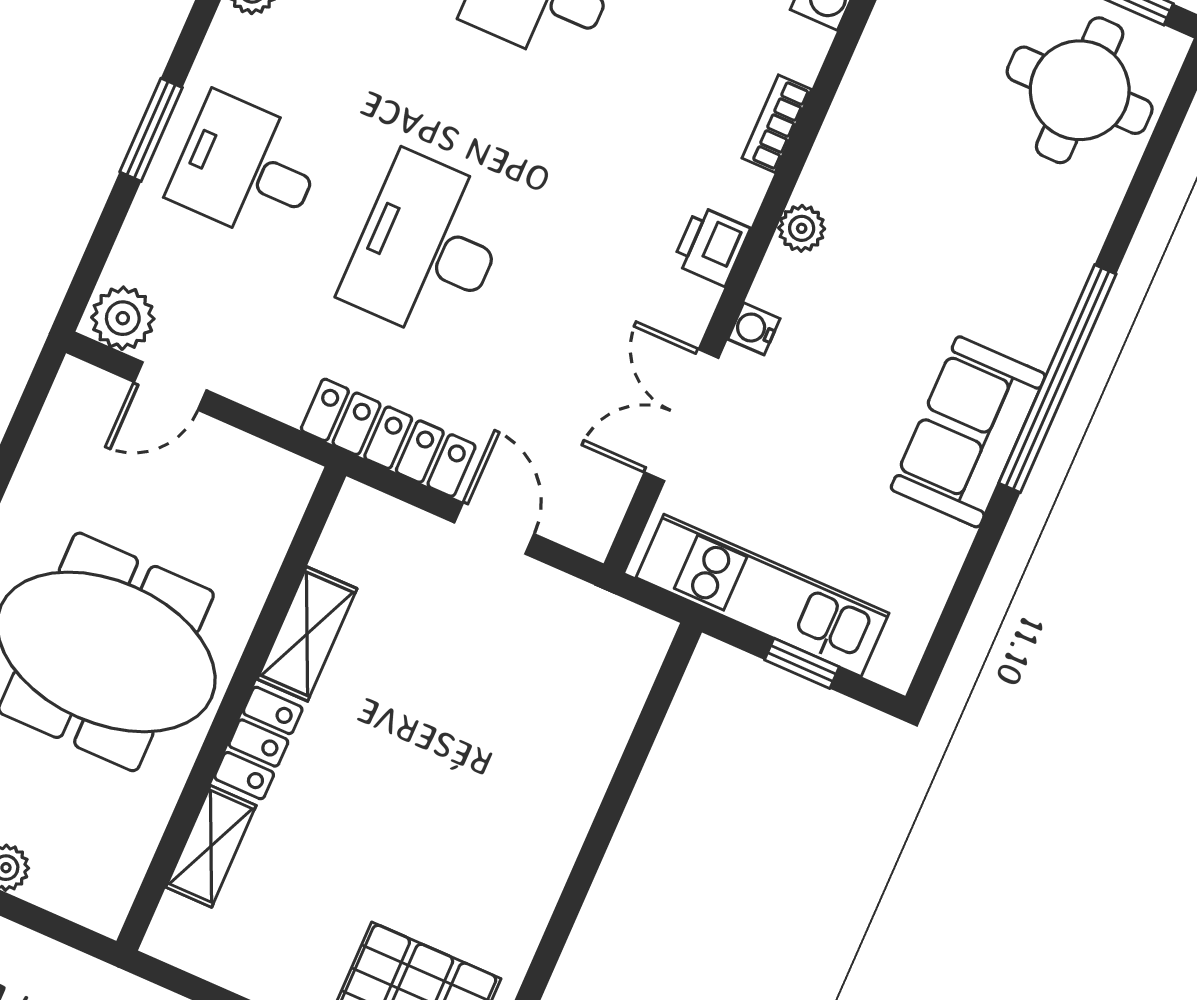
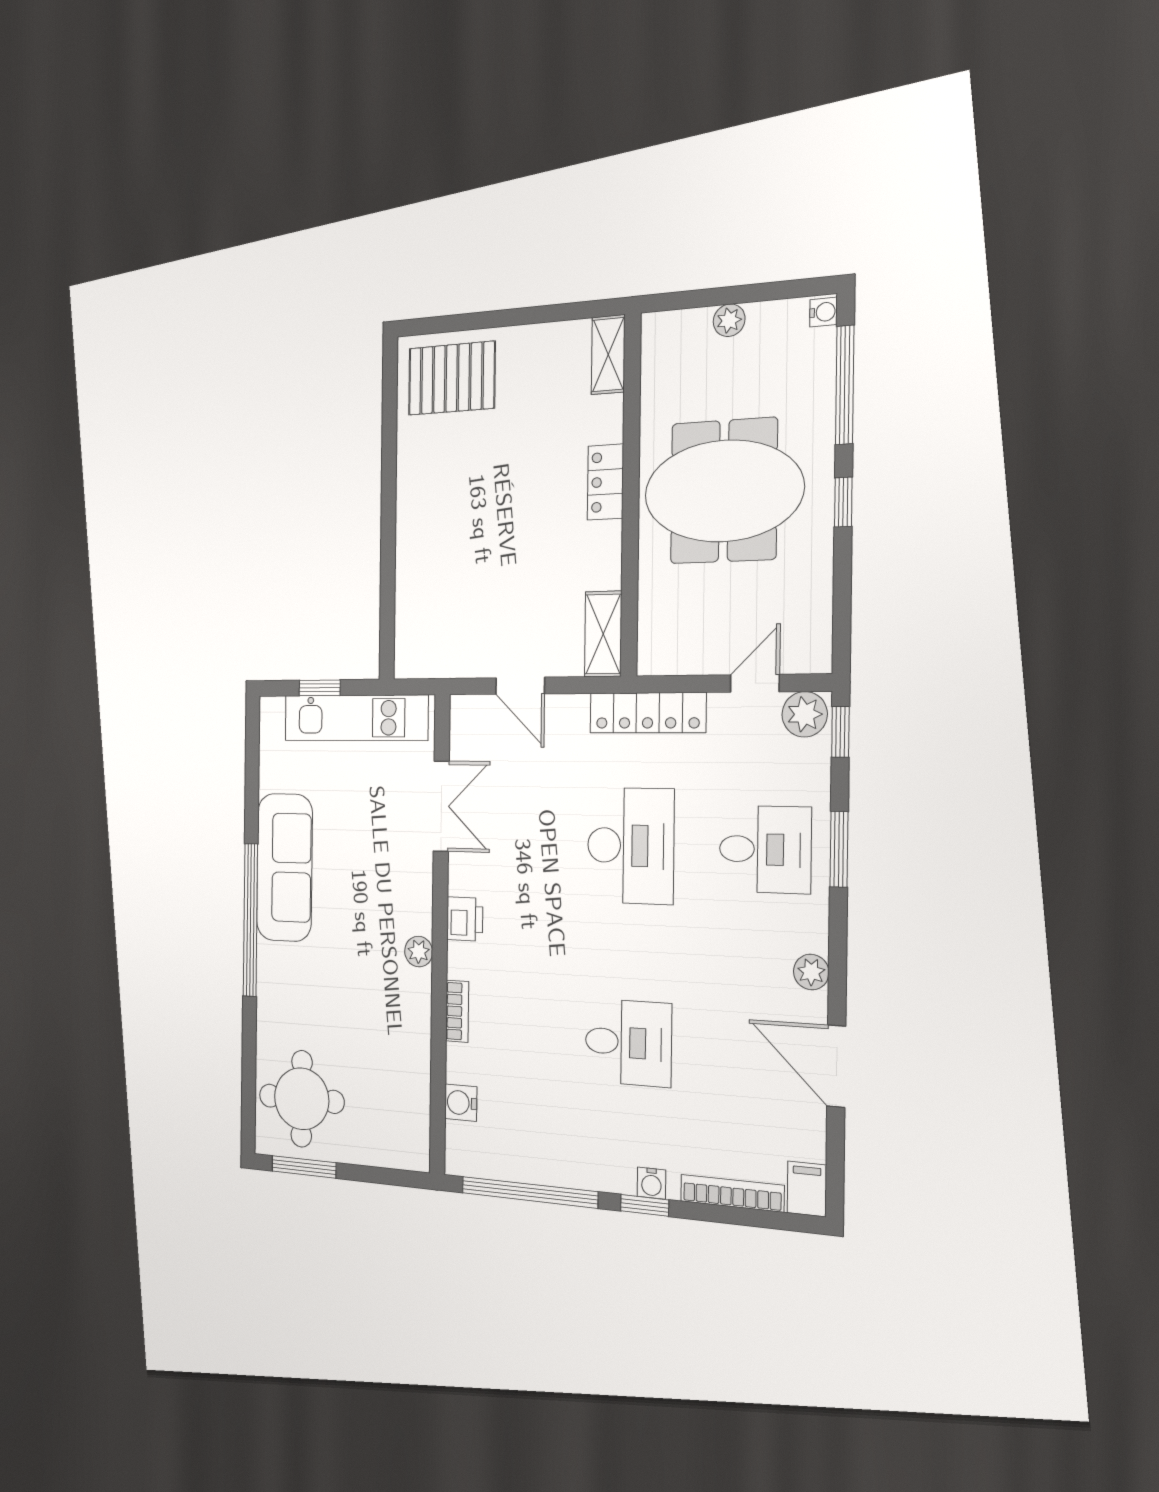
window: (87, 276) -> (840, 732), added
water cooler: (754, 329) -> (421, 878), removed
sofa: (968, 432) -> (284, 867), width x1.36
locker: (388, 438) -> (648, 713), moved
shelving: (307, 634) -> (603, 634), moved
shelving: (211, 846) -> (608, 355), moved

